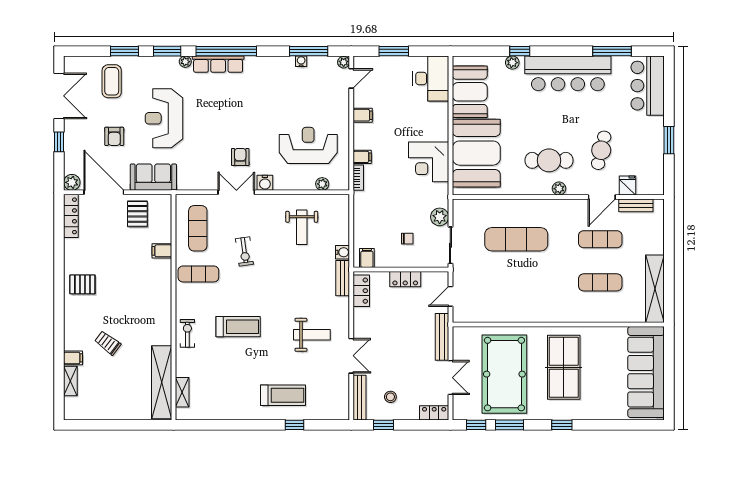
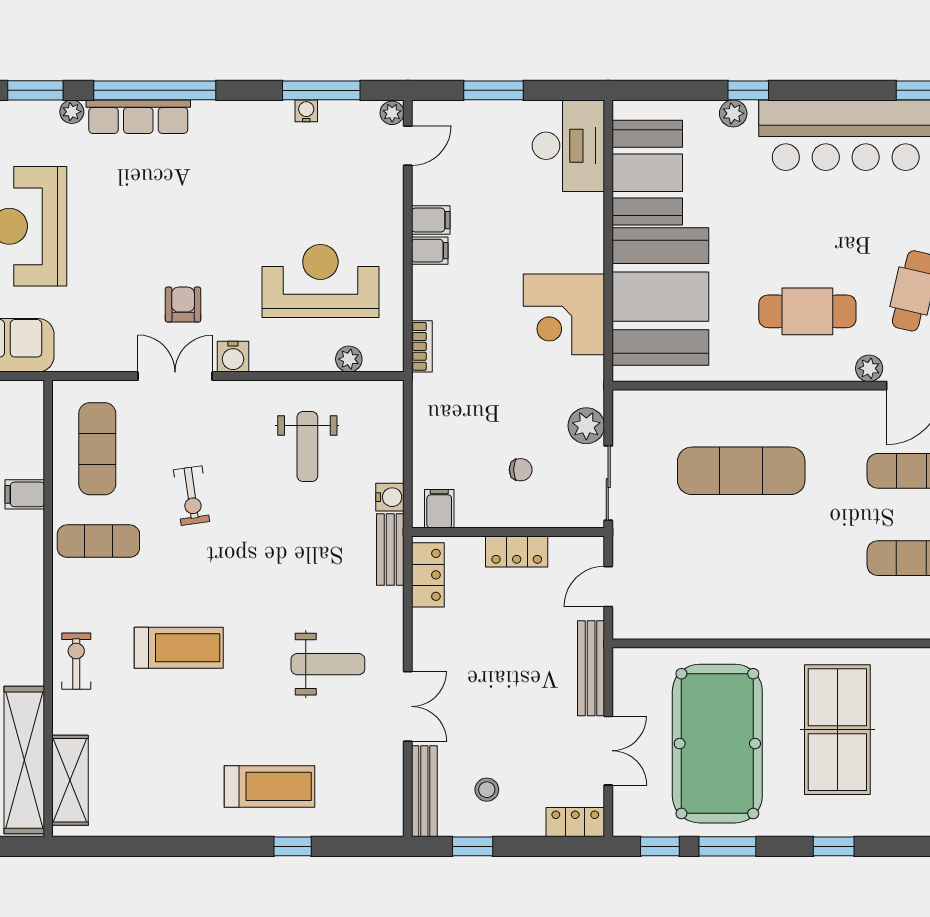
filing cabinet: (362, 157) -> (430, 251), moved
plant: (559, 189) -> (869, 368), moved
shelving: (182, 392) -> (70, 780), width x1.50, depth x1.33

